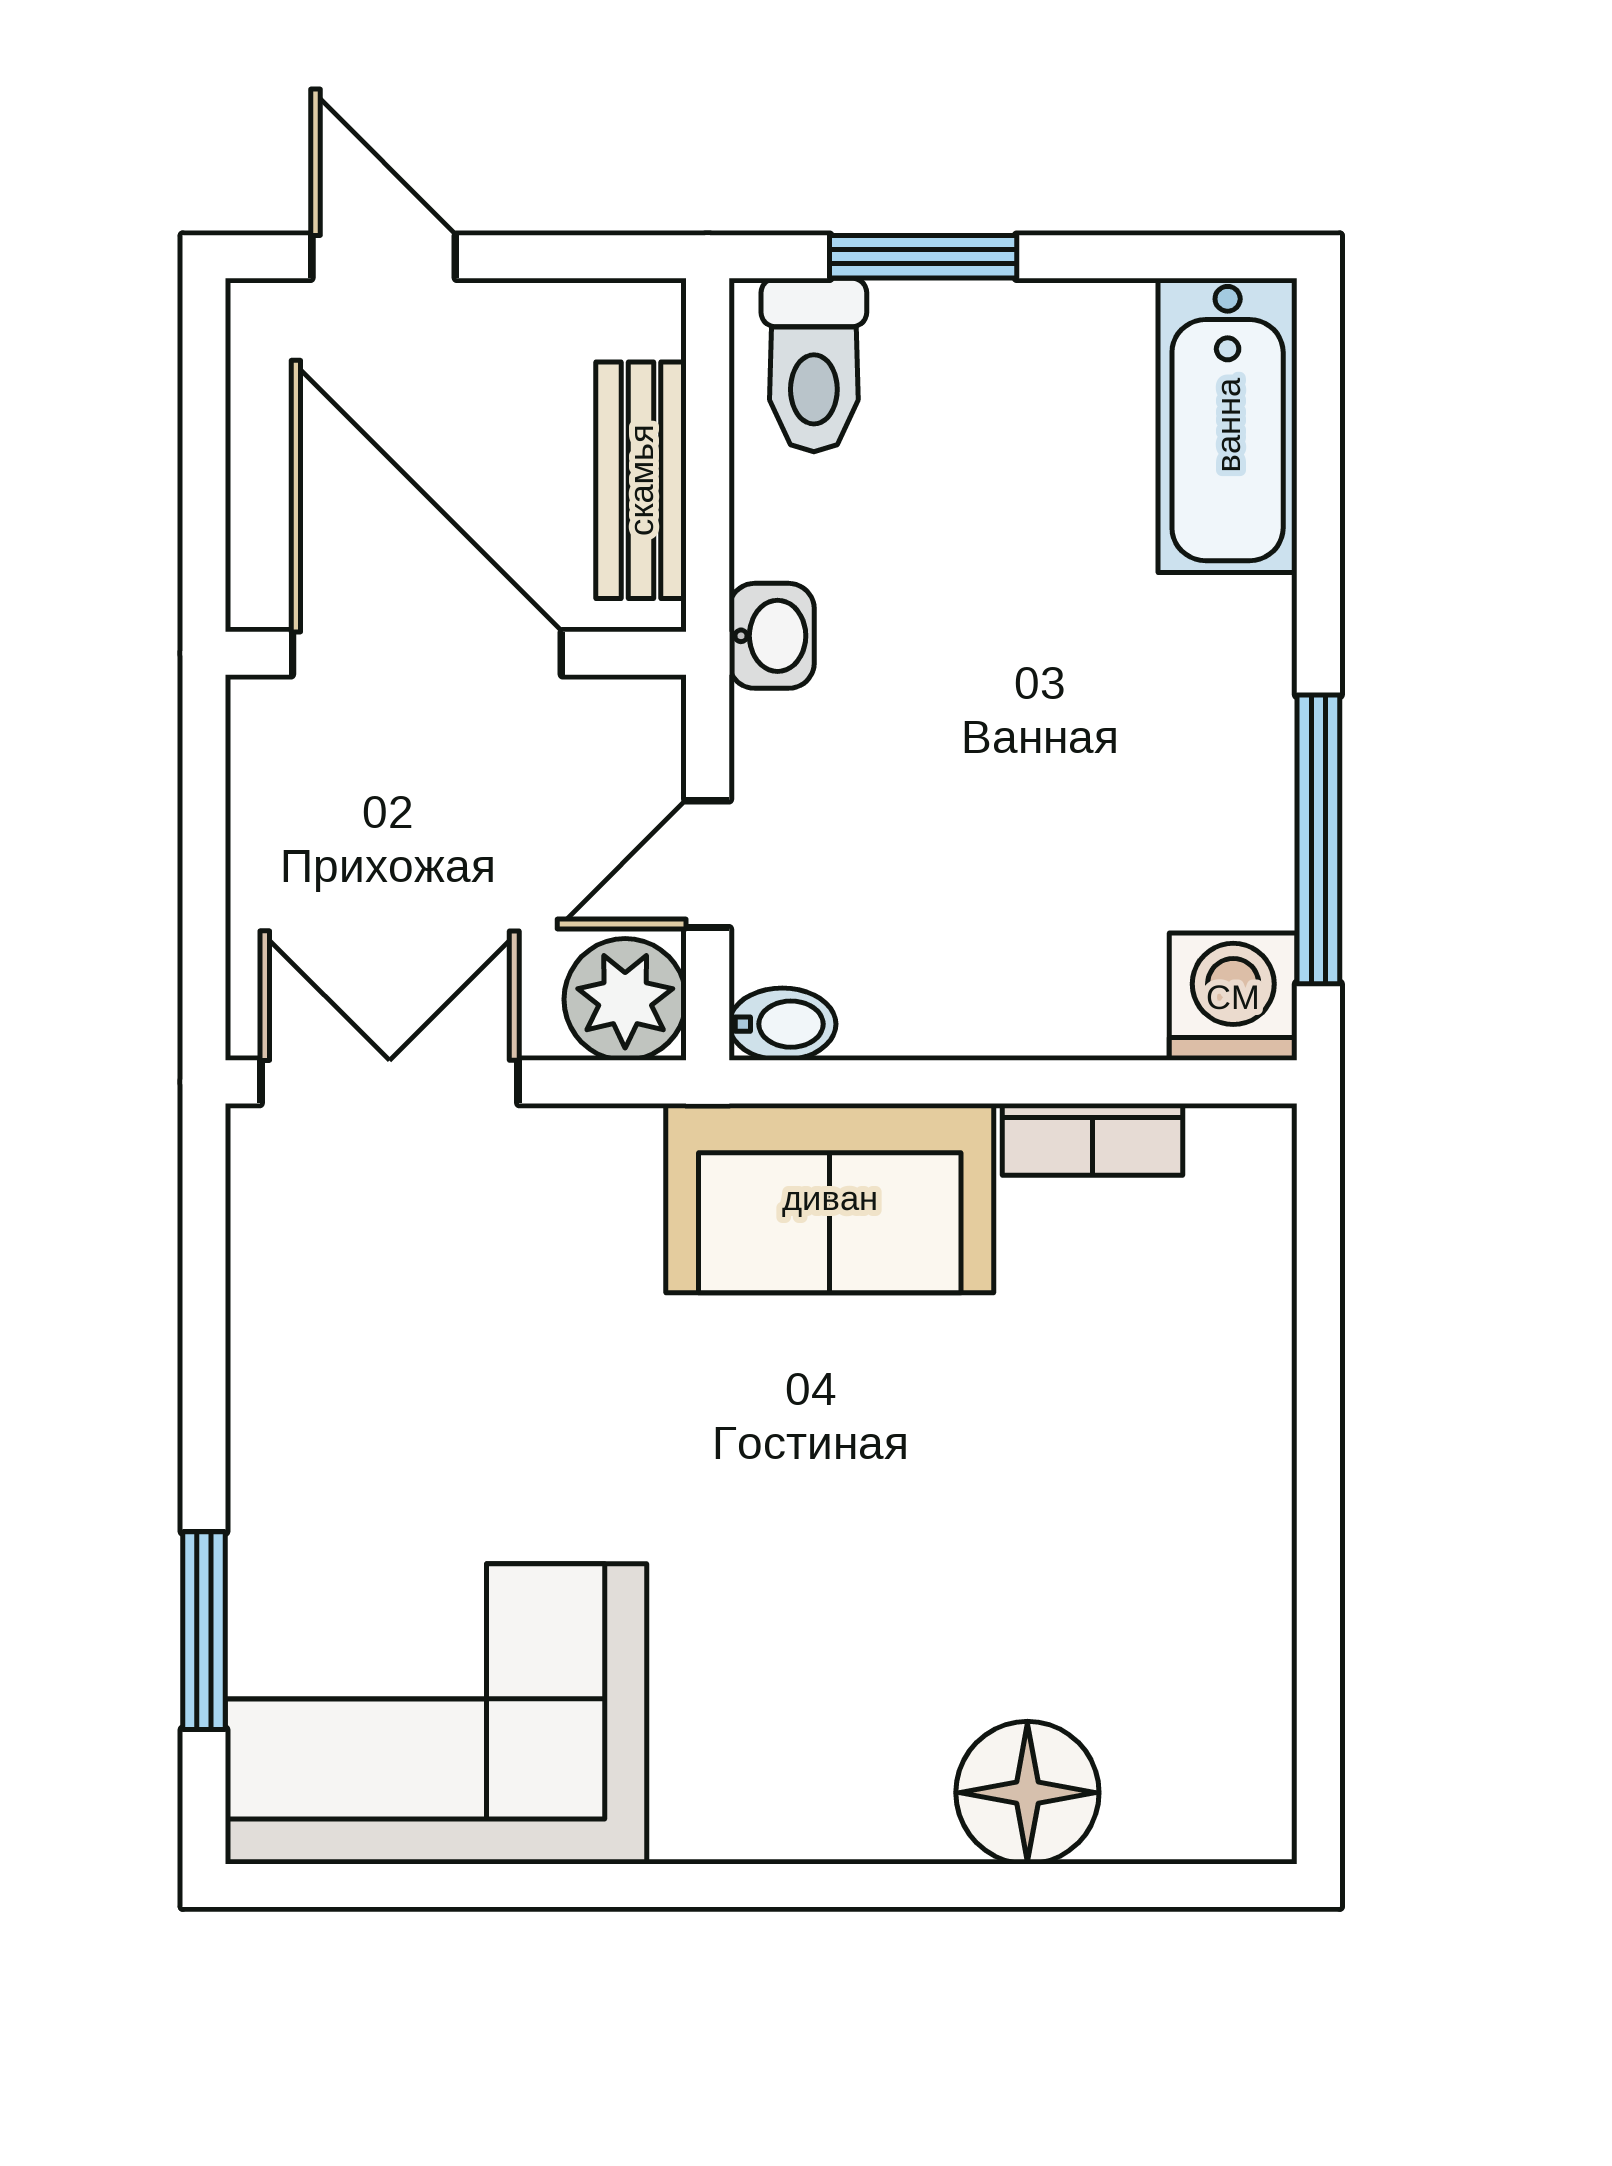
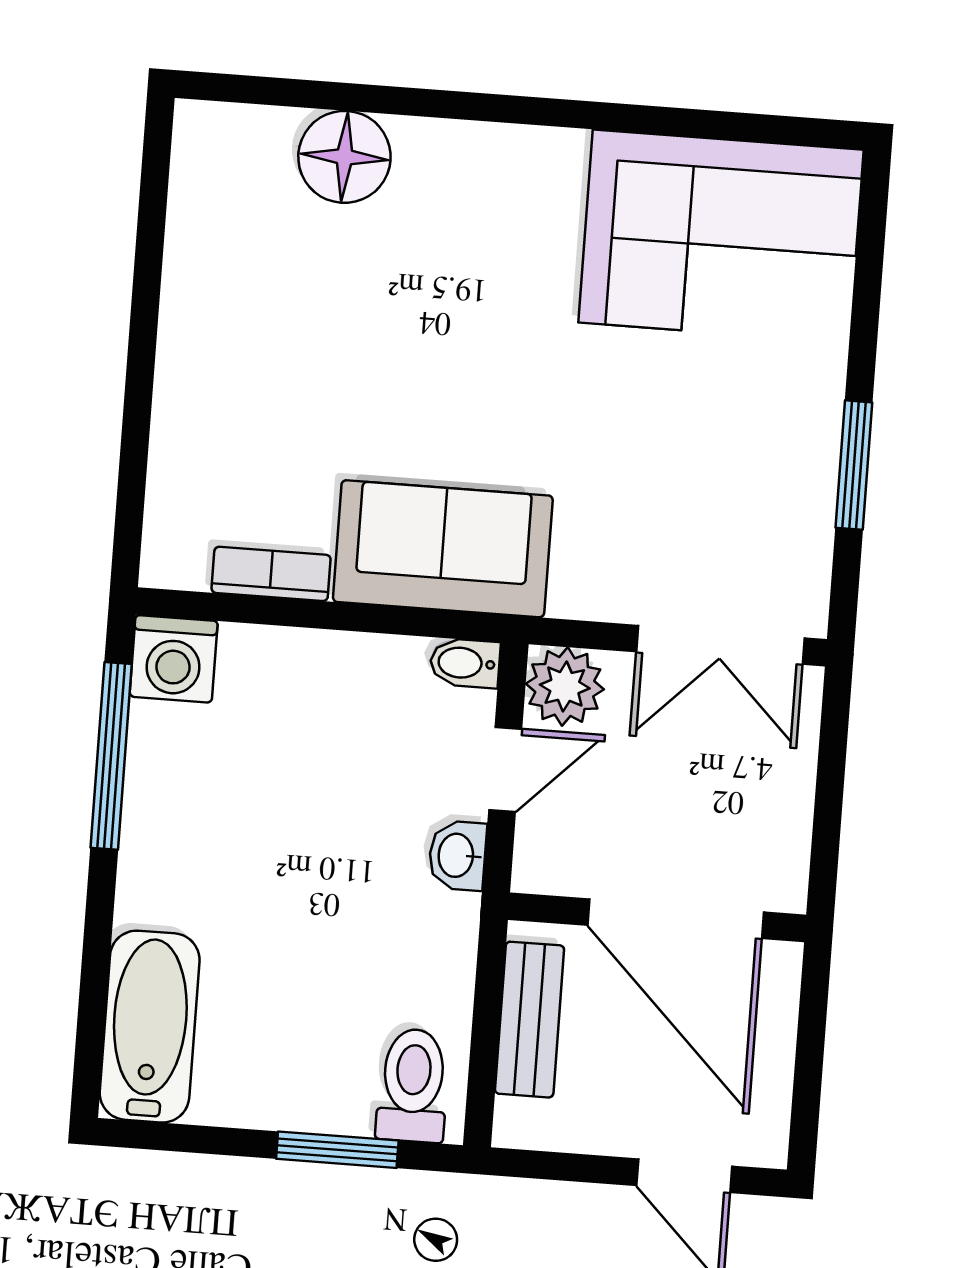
washbasin: (772, 636) -> (457, 855), moved
window: (204, 1631) -> (854, 465), moved

